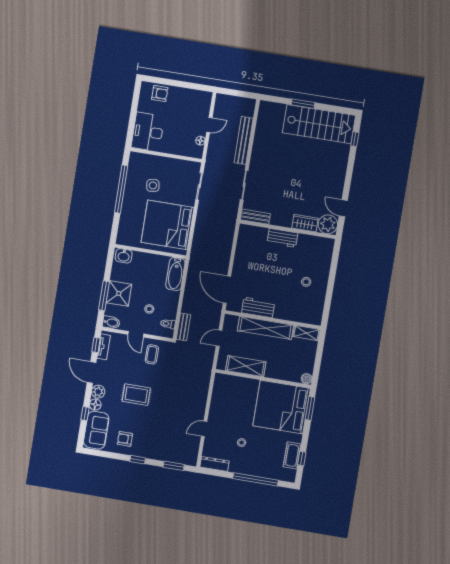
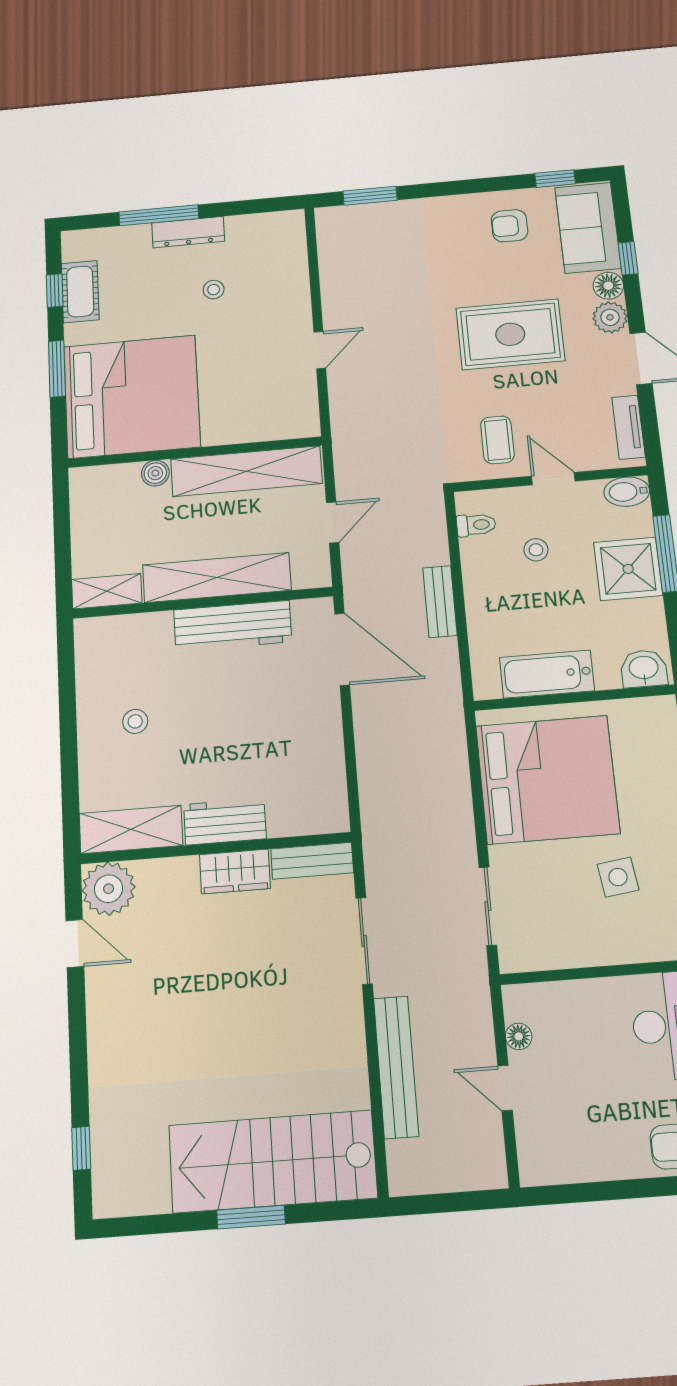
stairs: (319, 124) -> (273, 1161), moved
door: (209, 125) -> (505, 1088), hinge flipped
wardrobe: (305, 223) -> (235, 872), moved
shelving: (316, 243) -> (131, 829), added
bathtub: (175, 274) -> (547, 674), moved, turned -90
workbench: (258, 307) -> (233, 626), width x1.38
bench: (183, 327) -> (440, 602), moved
window: (96, 345) -> (650, 427), removed
shelving: (246, 366) -> (246, 471), width x1.47
boiler: (307, 379) -> (155, 473), moved
rug: (136, 395) -> (510, 334), width x1.36, depth x1.43
window: (310, 408) -> (57, 369), moved
door: (204, 429) -> (320, 350), moved
armchair: (125, 439) -> (509, 226), turned 180
window: (138, 460) -> (555, 179), moved
dresser: (214, 464) -> (188, 232), moved
window: (256, 479) -> (159, 215), width x0.68

